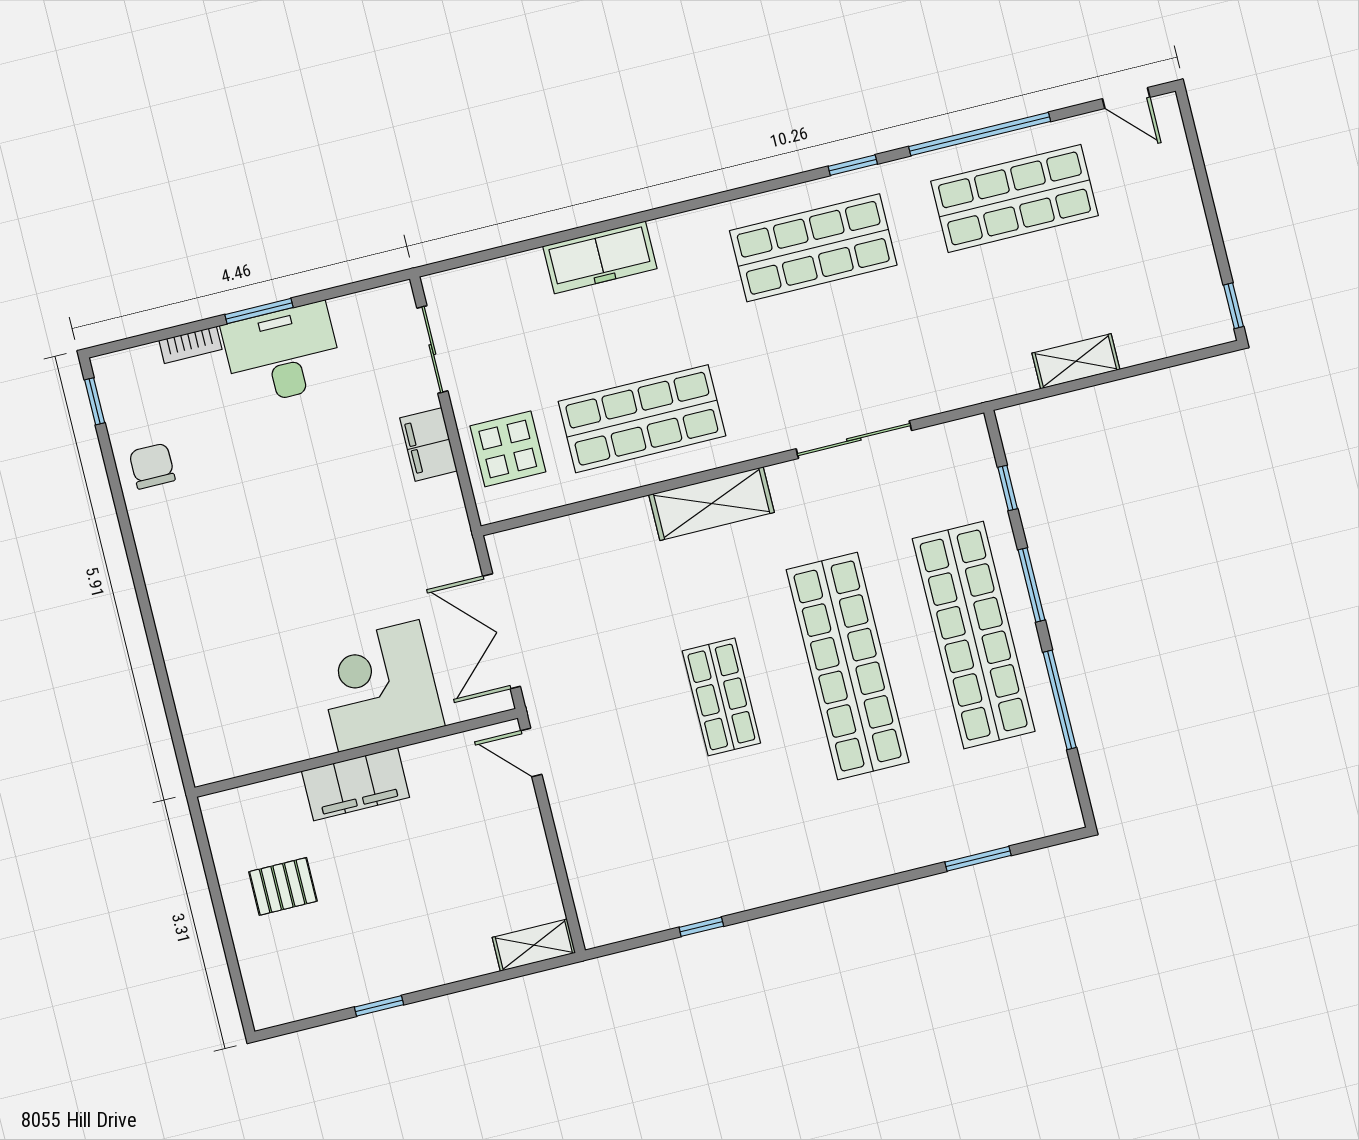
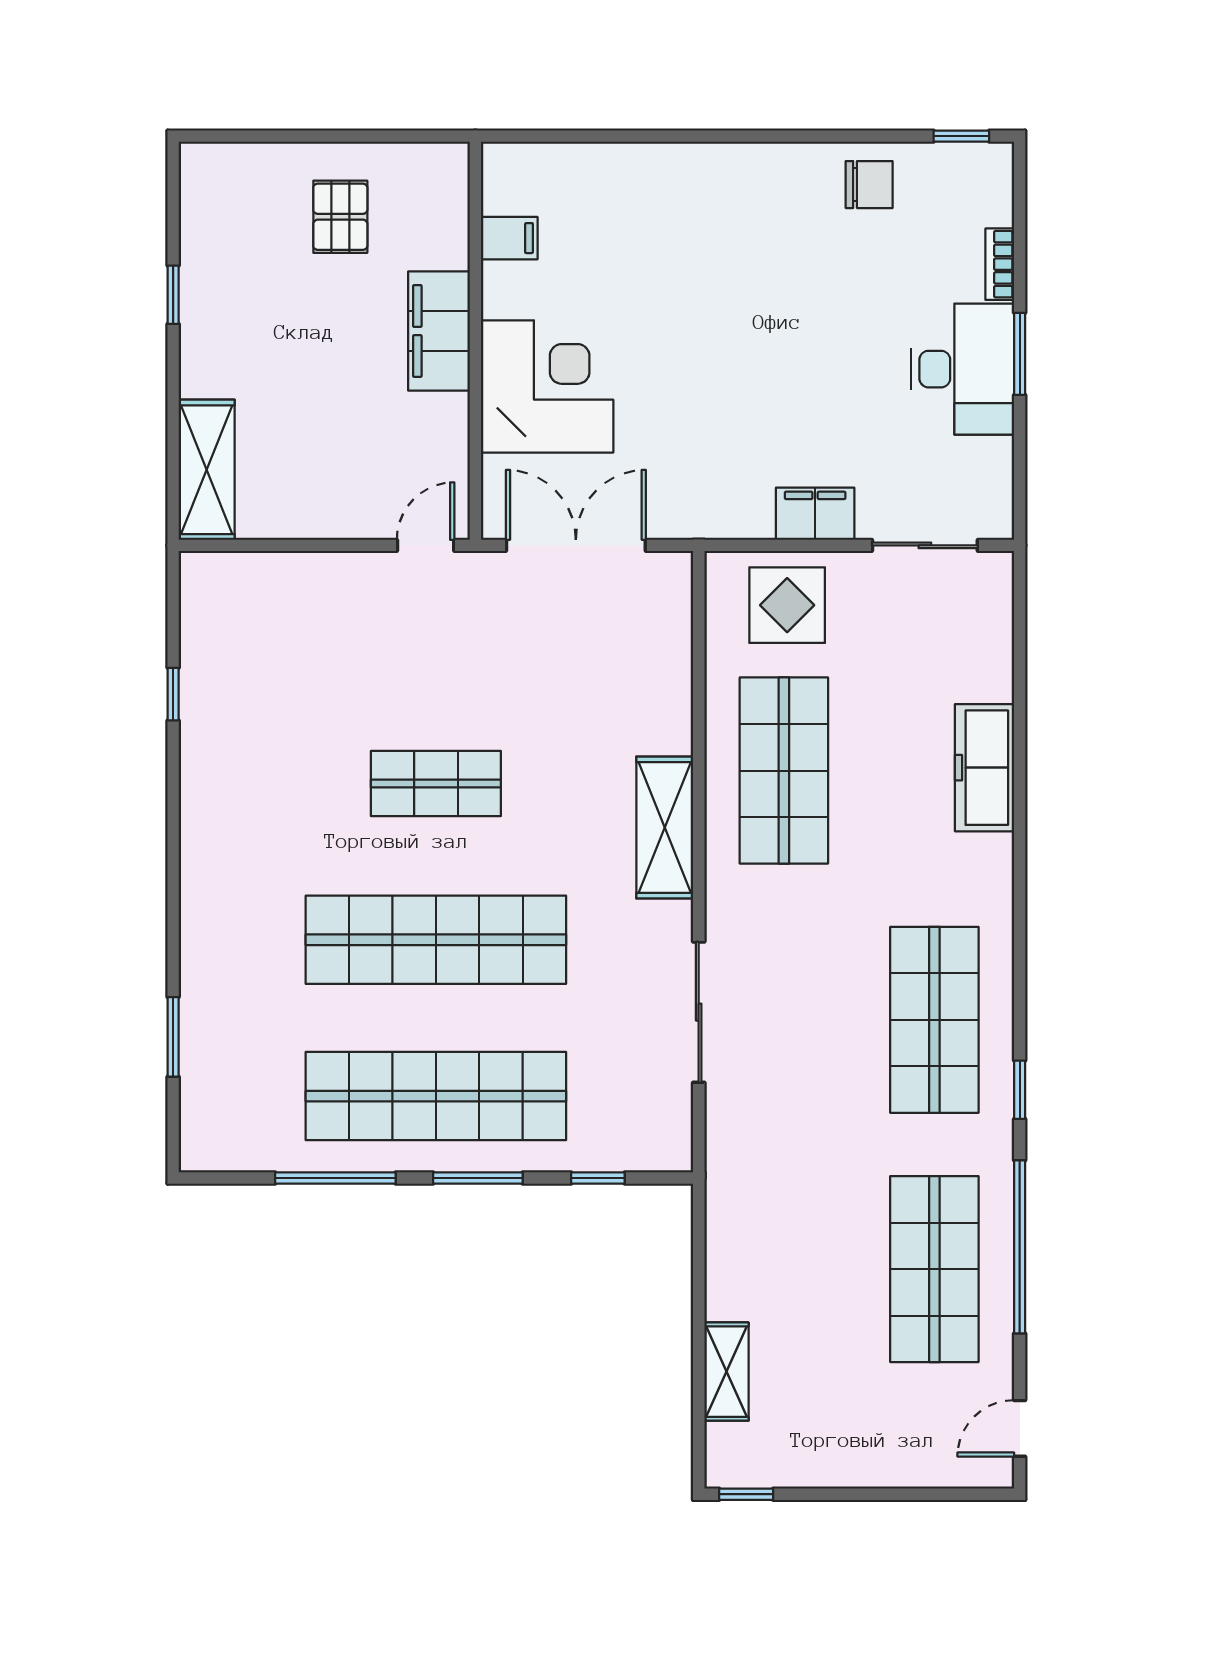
shelving: (1076, 361) -> (726, 1372), moved
filing cabinet: (267, 746) -> (509, 238), added
shelving: (534, 945) -> (207, 470), width x1.50, depth x1.33

